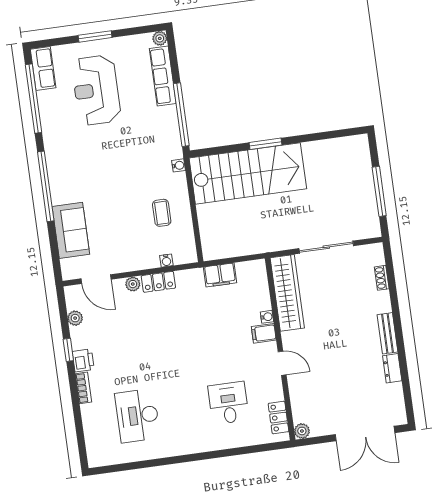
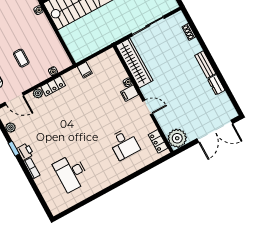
coffee table: (162, 213) -> (21, 58), moved
filing cabinet: (220, 275) -> (85, 70), width x0.50
desk: (228, 403) -> (124, 144), turned 180
plant: (302, 431) -> (177, 138), width x1.88, depth x1.88

